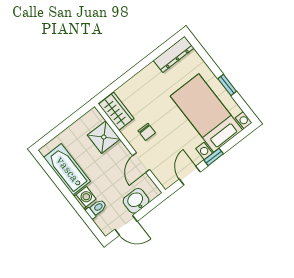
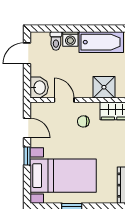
washbasin: (136, 201) -> (39, 87), moved

